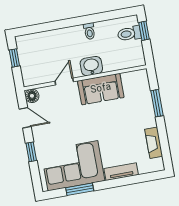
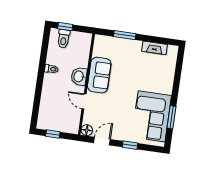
tv unit: (121, 172) -> (168, 80), removed

